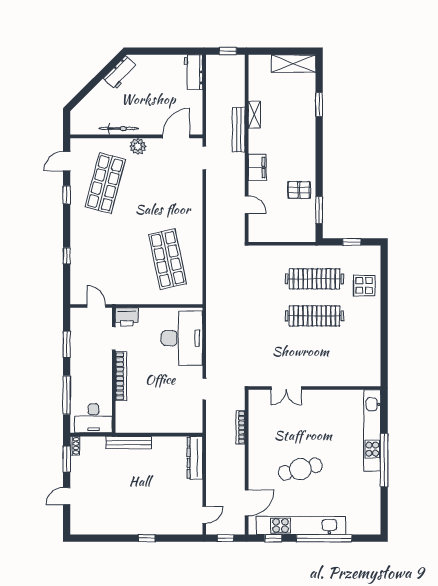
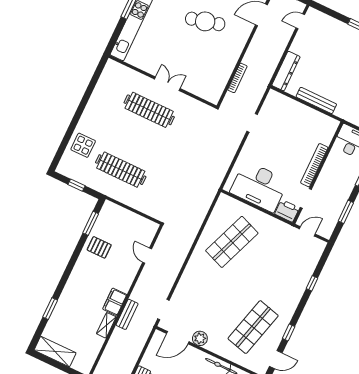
bench: (239, 130) -> (127, 314), width x0.73
plant: (138, 146) -> (200, 338), moved
filing cabinet: (257, 167) -> (115, 302), moved
shop shelf: (168, 259) -> (232, 242), turned 33
door: (96, 306) -> (307, 231), swing flipped
clothes rail: (314, 316) -> (149, 110), moved
desk: (182, 338) -> (259, 186), moved, turned -90
double door: (286, 388) -> (167, 84), moved
bench: (129, 443) -> (316, 100), moved

